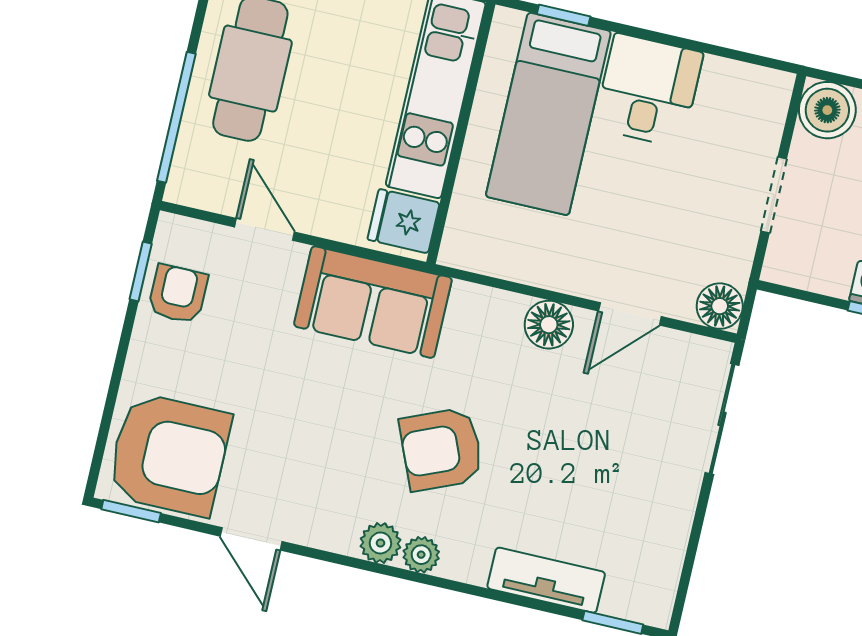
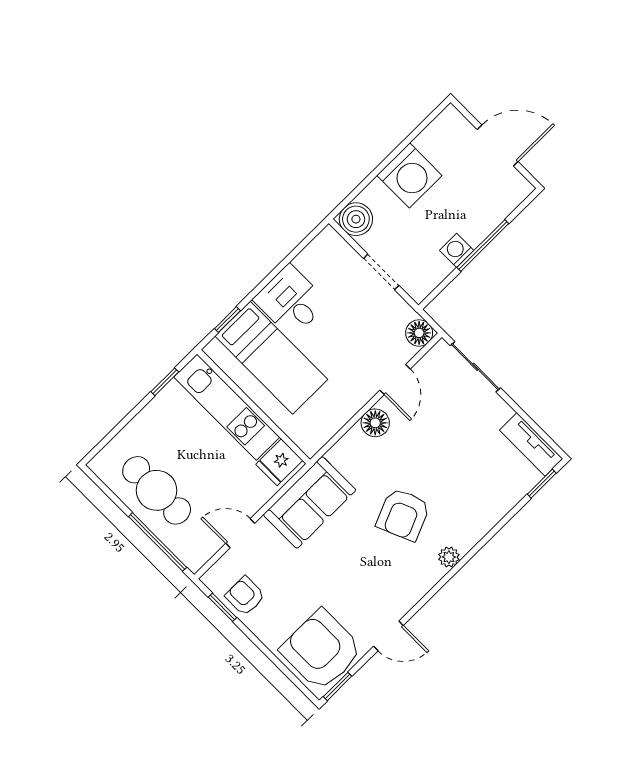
armchair: (169, 454) -> (321, 650), turned -90
plant: (380, 543) -> (431, 573), removed
tv unit: (546, 580) -> (531, 444), moved, turned -90

